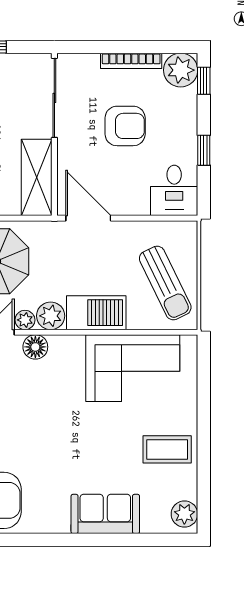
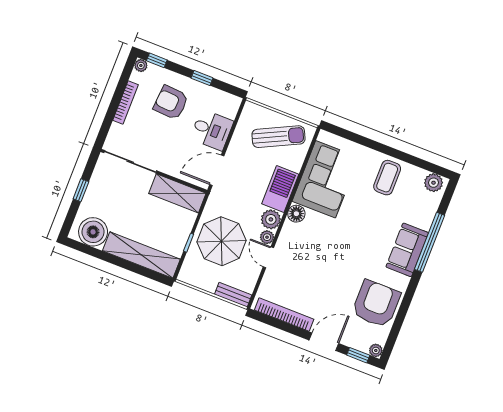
plant: (181, 70) -> (141, 65), width x0.53, depth x0.53
armchair: (125, 126) -> (171, 103), moved, turned -86
desk: (174, 190) -> (212, 130), moved
floor lamp: (35, 347) -> (296, 214), moved
sofa: (105, 514) -> (407, 250), moved
window: (103, 540) -> (430, 242), added

